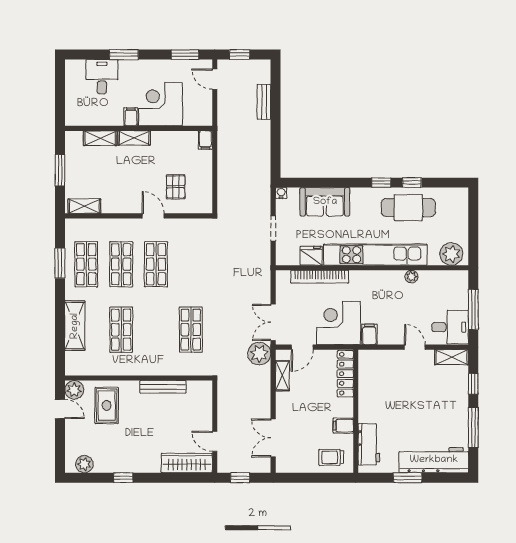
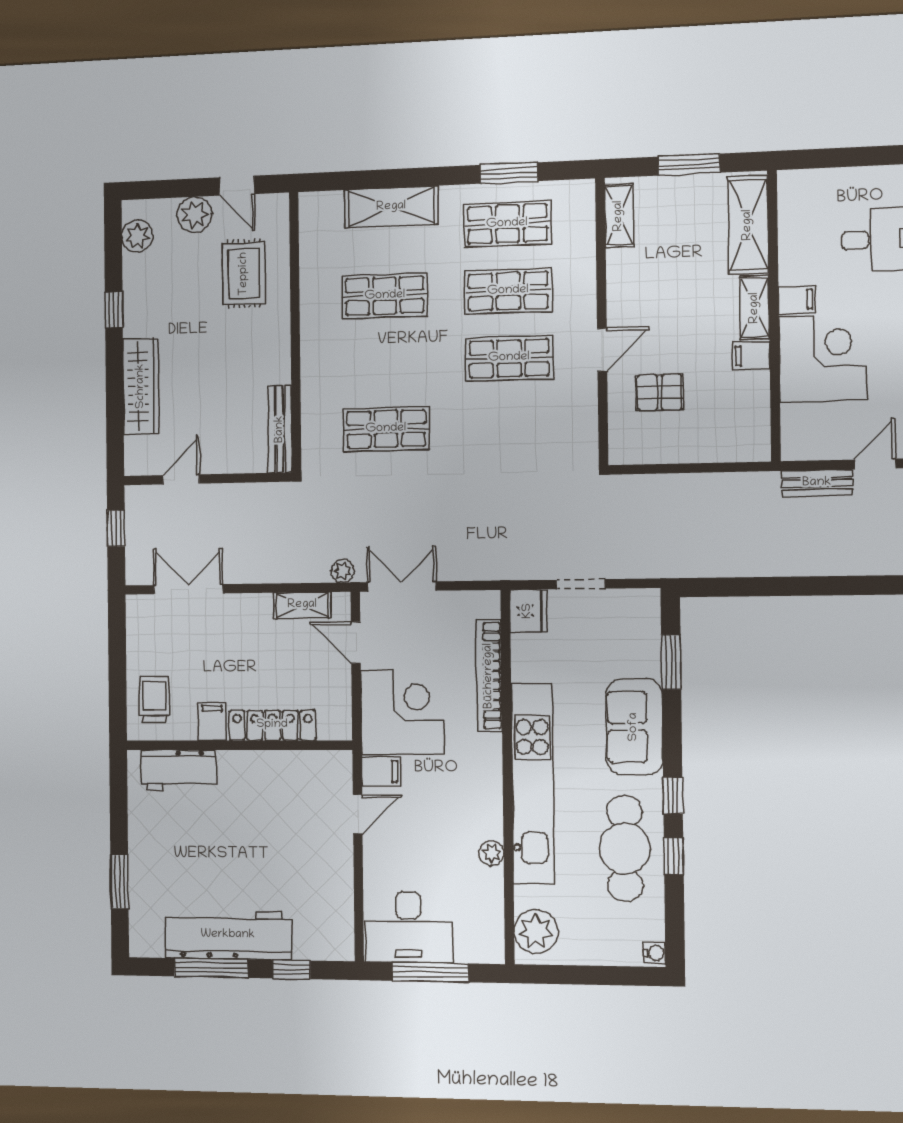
bench: (264, 102) -> (817, 483), moved
shelving: (100, 138) -> (748, 225), width x1.50, depth x1.33
filing cabinet: (205, 140) -> (751, 356), moved
window: (313, 183) -> (671, 662), added
water cooler: (281, 193) -> (654, 953), moved
sofa: (325, 202) -> (634, 727), moved
fridge: (311, 256) -> (528, 611), moved
desk: (450, 327) -> (408, 927), width x1.37
door: (415, 347) -> (358, 814), moved
plant: (259, 354) -> (343, 571), width x0.53, depth x0.53
shelving: (452, 357) -> (340, 929), removed
locker: (345, 374) -> (272, 725), moved
bench: (163, 387) -> (280, 429), moved
plant: (74, 390) -> (194, 215), moved
rug: (107, 405) -> (244, 274), turned 90
door: (60, 409) -> (237, 186), hinge flipped
workbench: (434, 460) -> (228, 935), moved, turned -90
wardrobe: (187, 463) -> (141, 386), moved
window: (408, 478) -> (119, 882), moved

